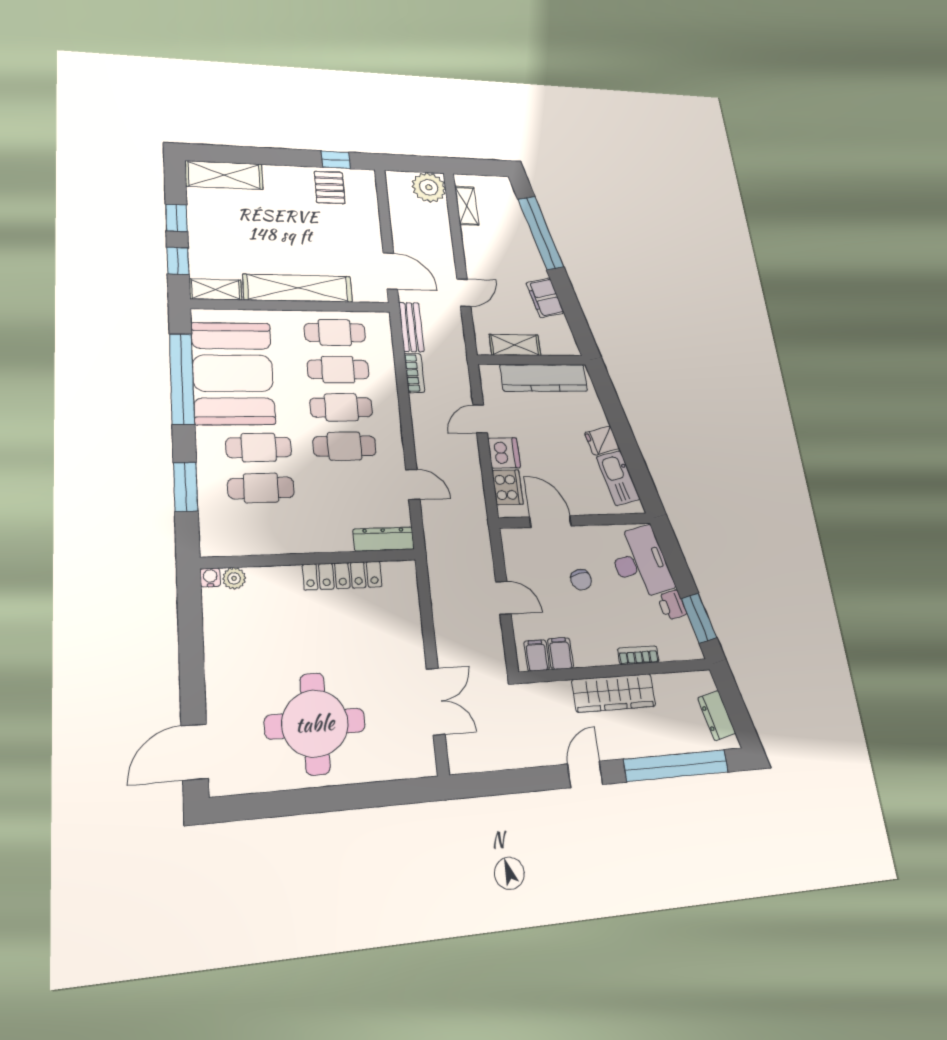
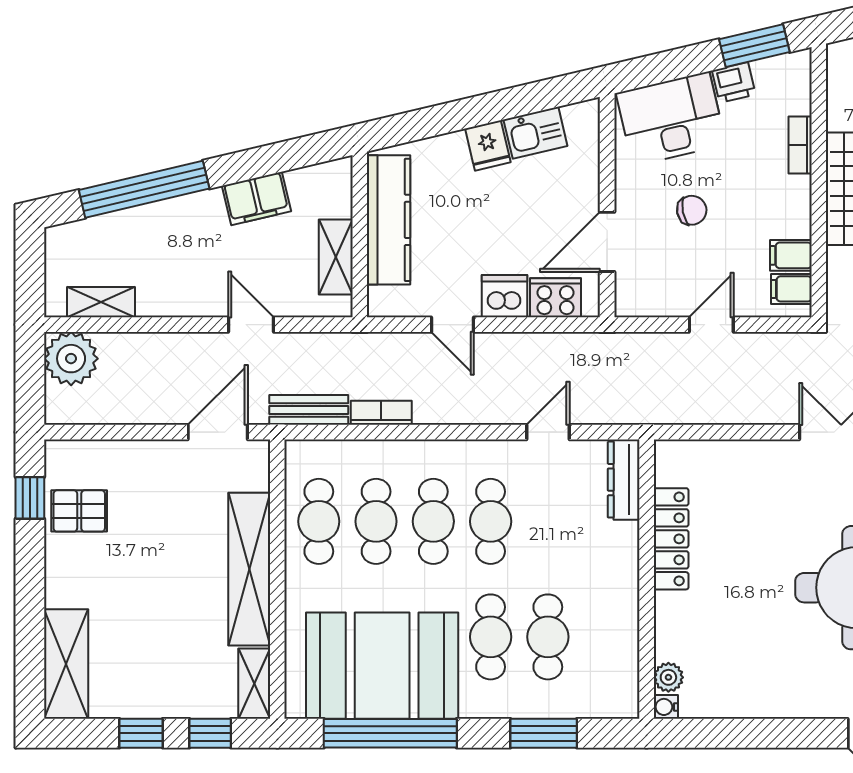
kitchen sink: (618, 478) -> (535, 133), width x0.73

